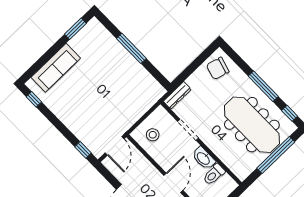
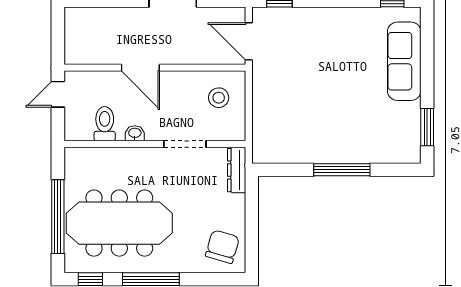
washbasin: (204, 158) -> (135, 133), width x0.52, depth x0.69

